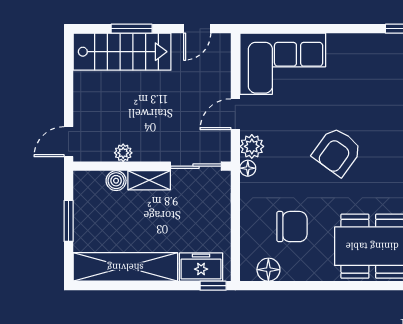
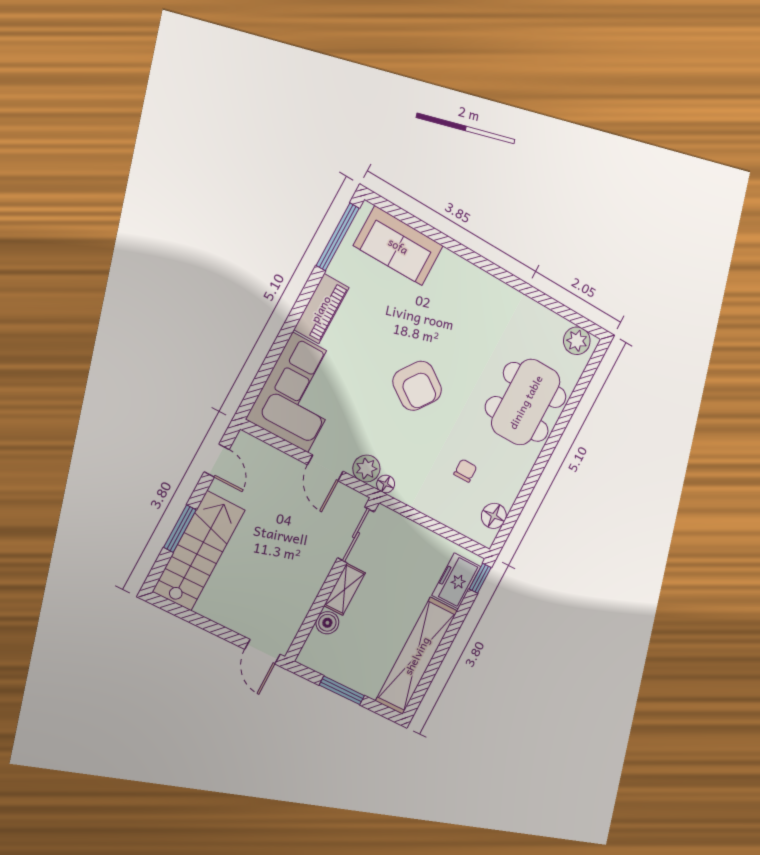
piano: (355, 46) -> (321, 309), added
plant: (123, 153) -> (303, 602), removed
chair: (292, 227) -> (465, 471), width x0.54, depth x0.54

